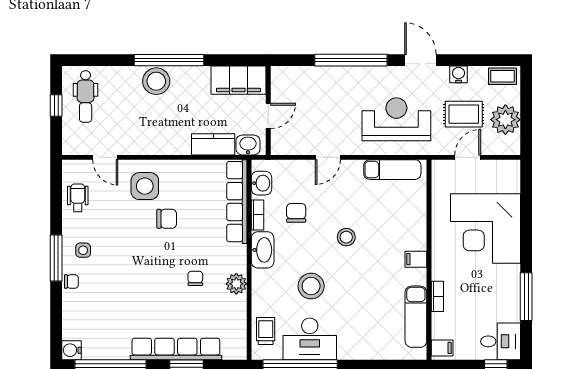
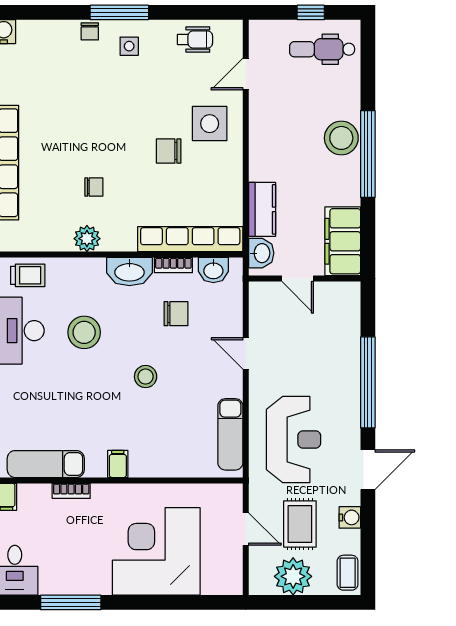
chair: (167, 219) -> (169, 151), turned 90

